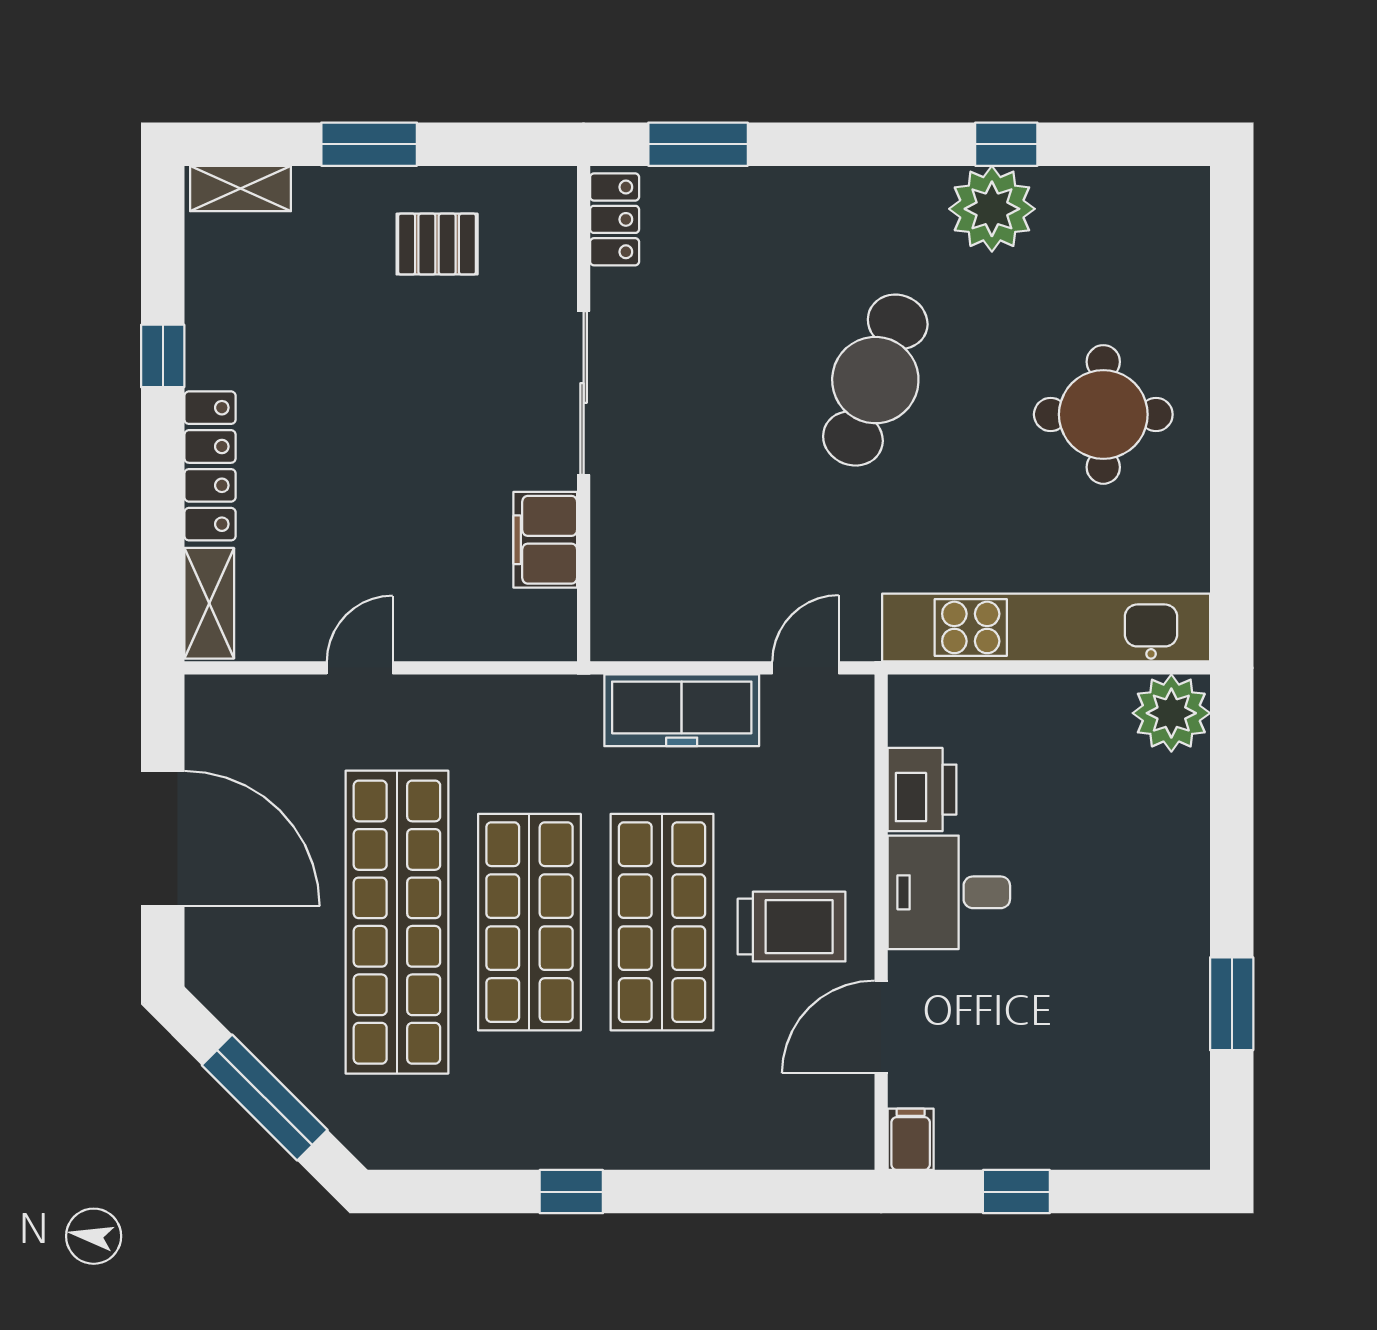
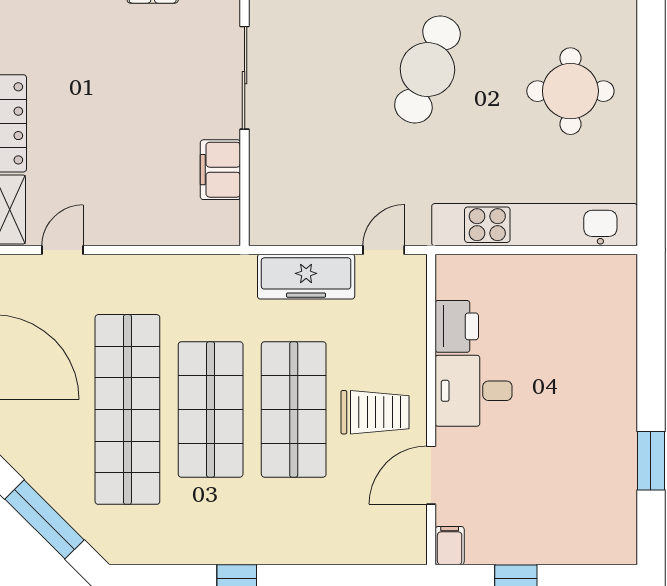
door: (360, 668) -> (63, 250), moved
plant: (1171, 713) -> (613, 278), removed

